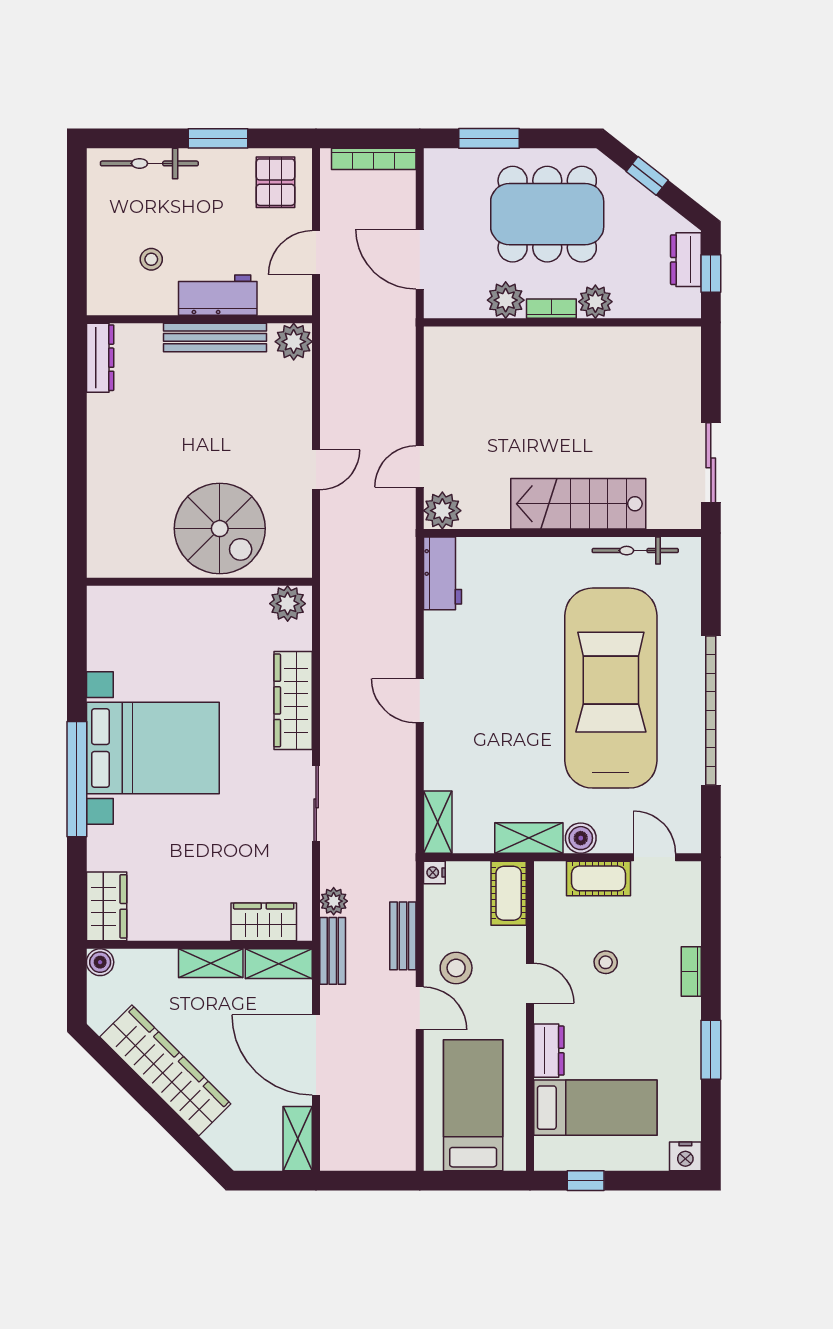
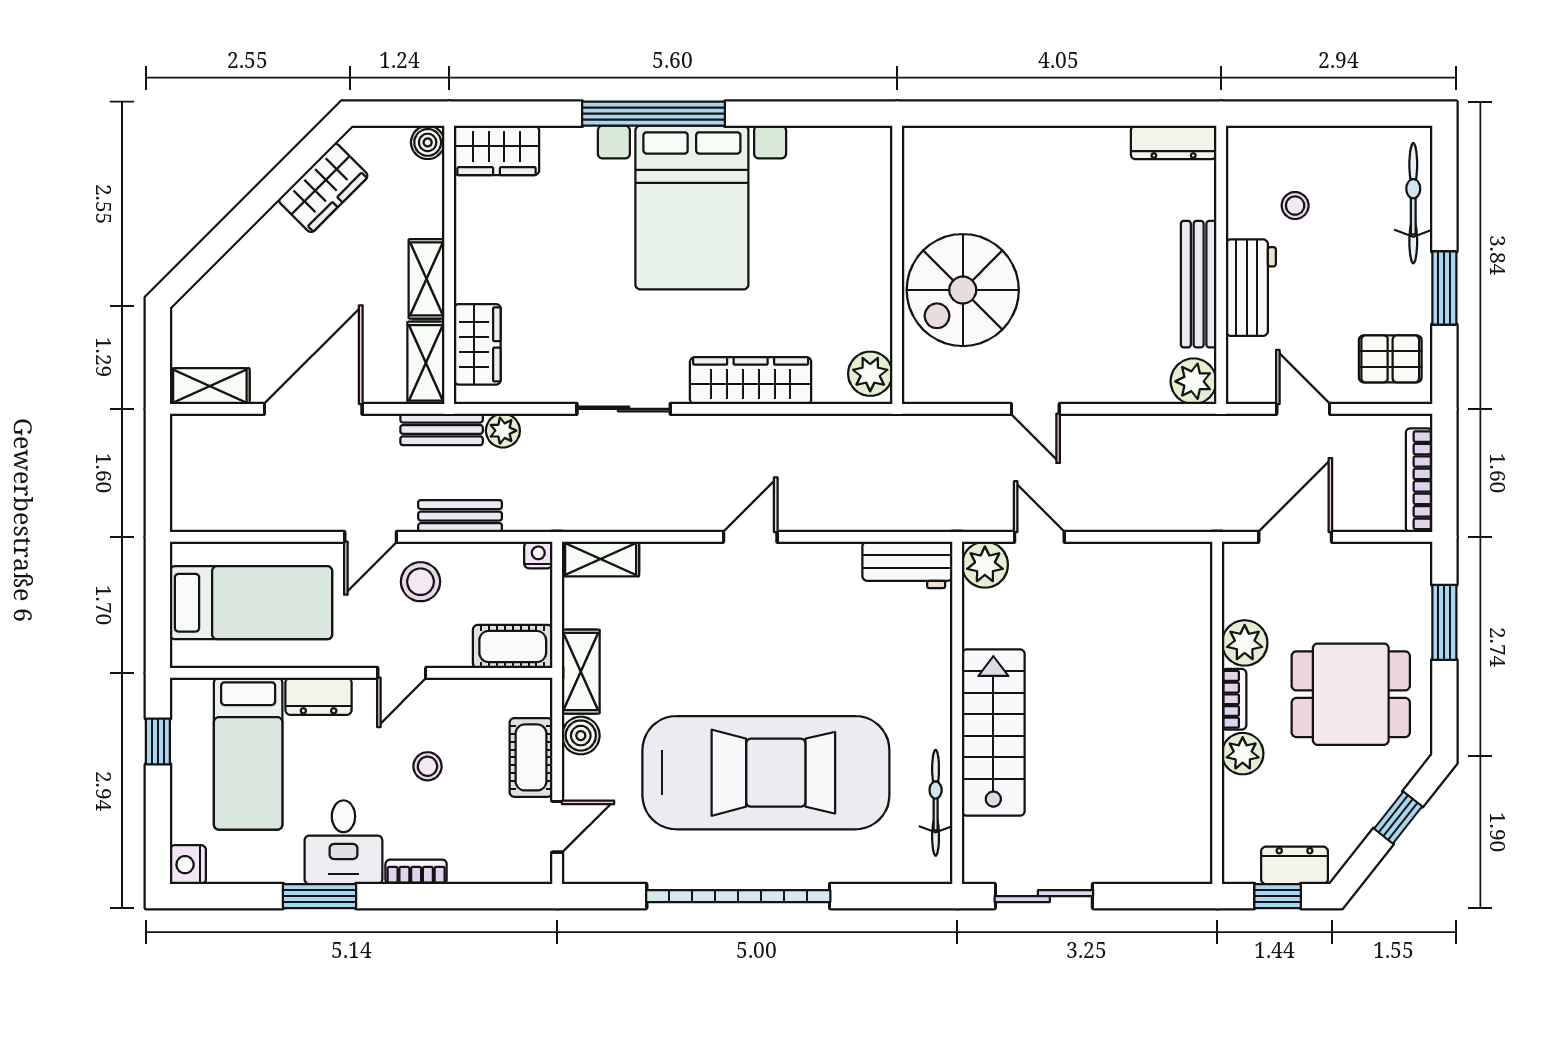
dining table: (547, 214) -> (1351, 694), width x0.73
desk: (667, 1030) -> (343, 842), added
wardrobe: (165, 1070) -> (323, 188), width x0.48, depth x0.85

